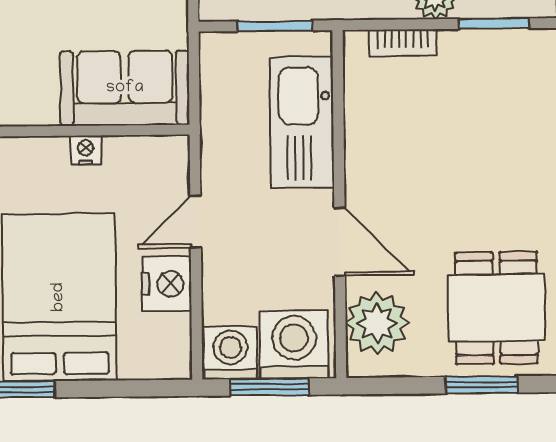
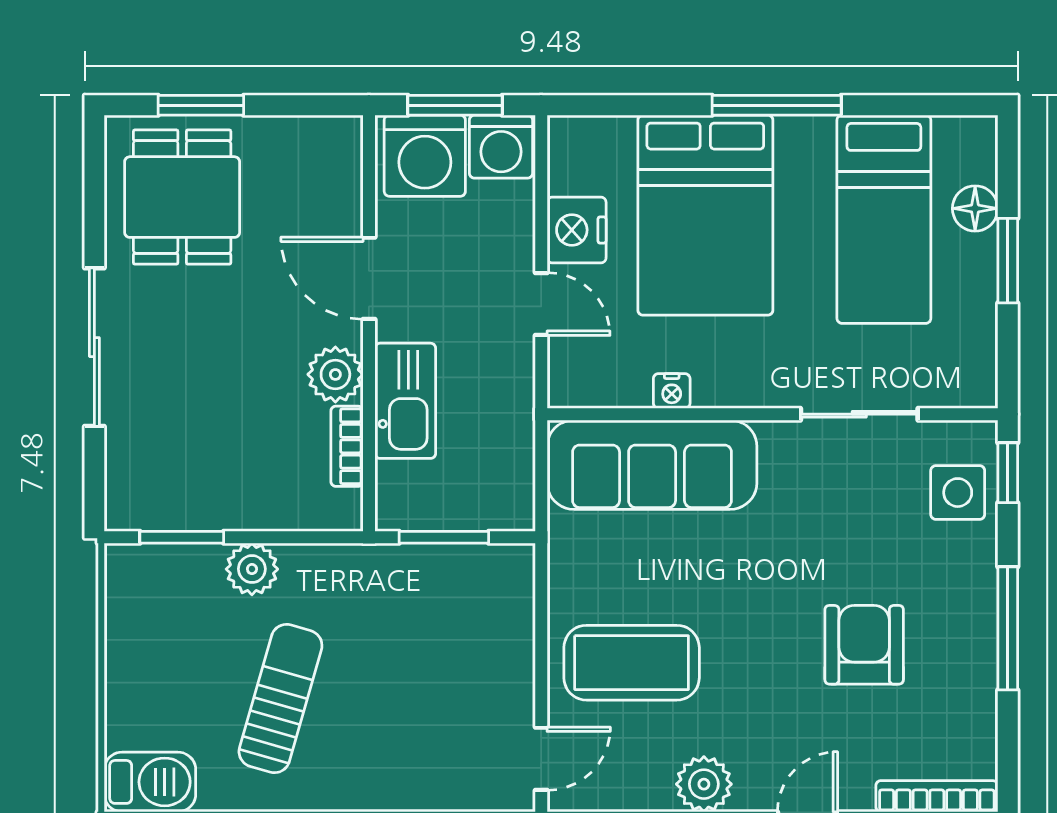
bookcase: (402, 43) -> (347, 446), moved, turned -90
sofa: (125, 88) -> (652, 465), width x1.36
kitchen sink: (302, 122) -> (405, 401), width x0.73, depth x0.81
door: (196, 222) -> (541, 304), hinge flipped
plant: (377, 323) -> (335, 374), moved, width x0.73, depth x0.73

